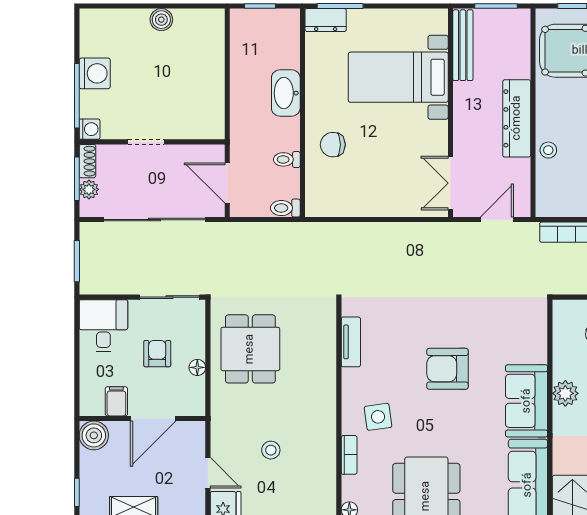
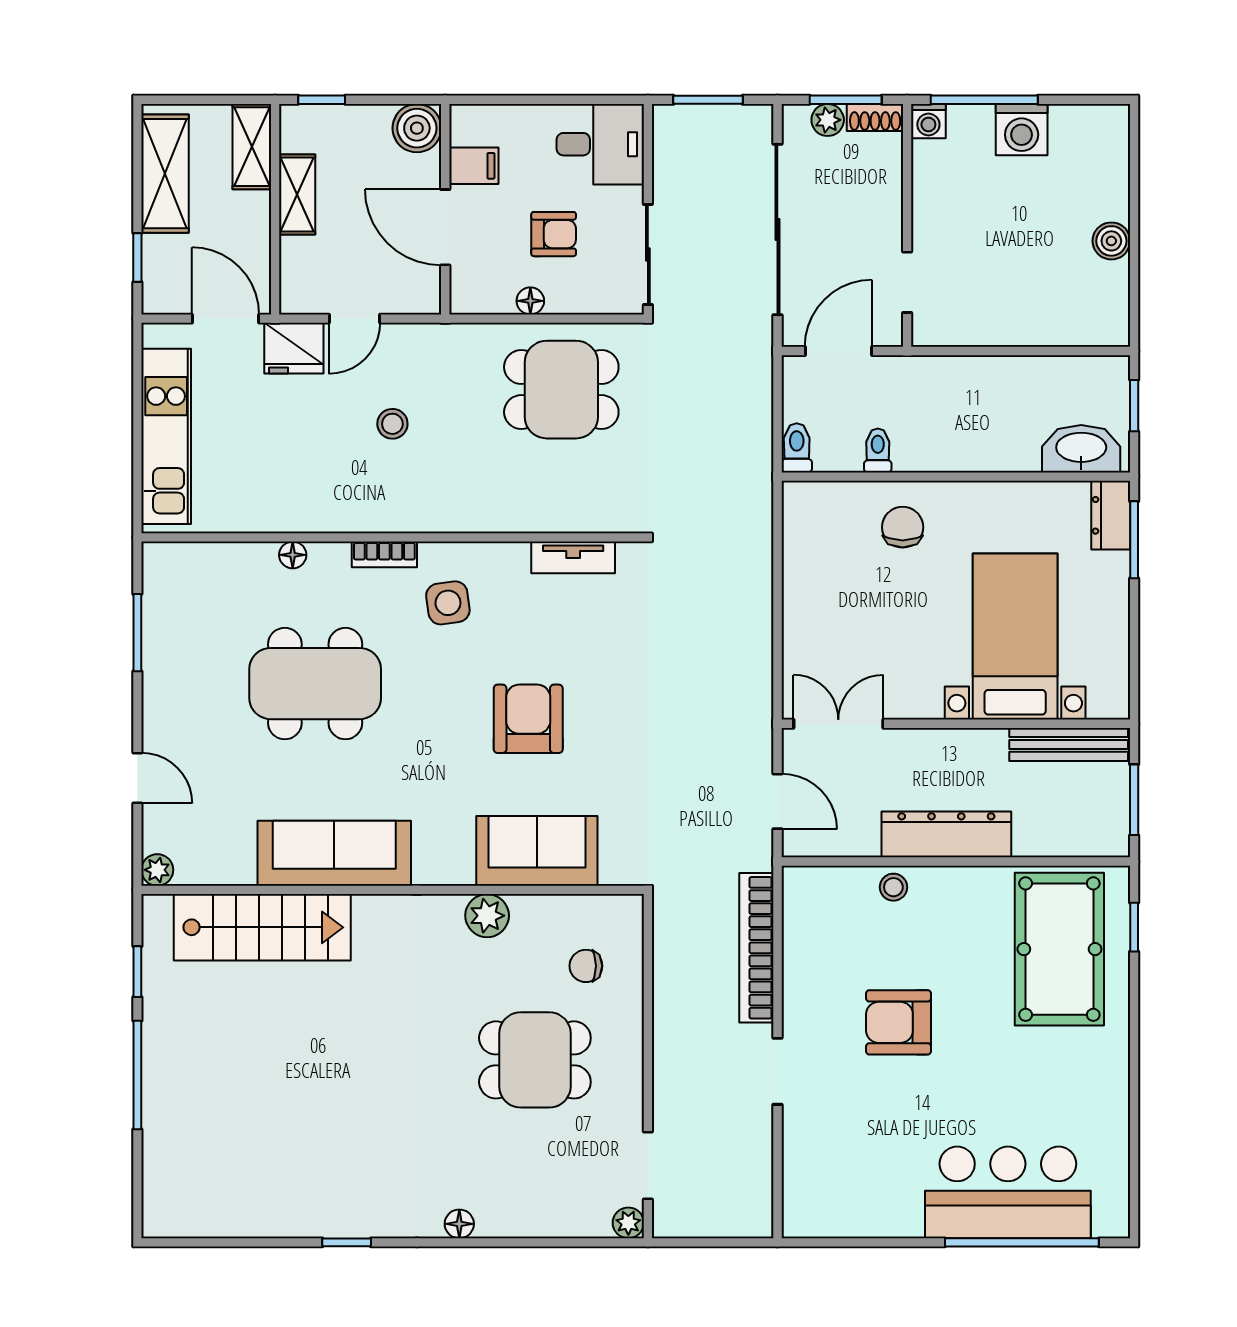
washbasin: (286, 93) -> (1081, 449), moved
doorway: (146, 142) -> (907, 282), moved
sofa: (527, 401) -> (537, 851), moved

